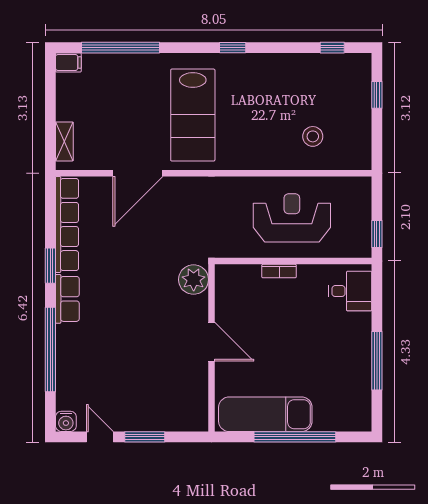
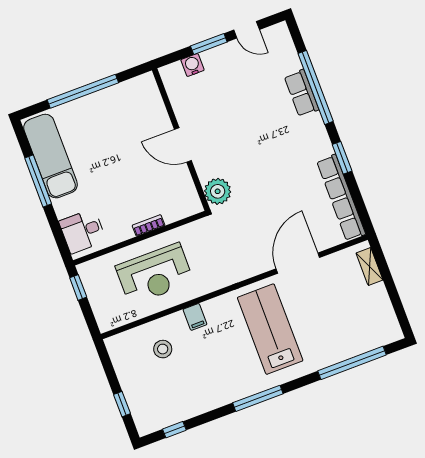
window: (233, 48) -> (258, 398), width x2.17
filing cabinet: (68, 62) -> (195, 317), moved, turned -90
row of seats: (67, 299) -> (301, 93), moved
exam couch: (265, 414) -> (50, 156), moved, turned -90
water cooler: (66, 421) -> (192, 65), moved

